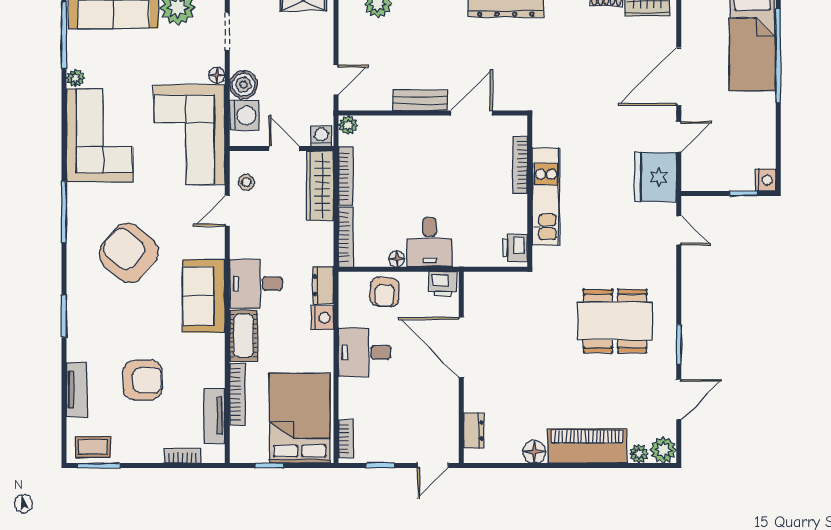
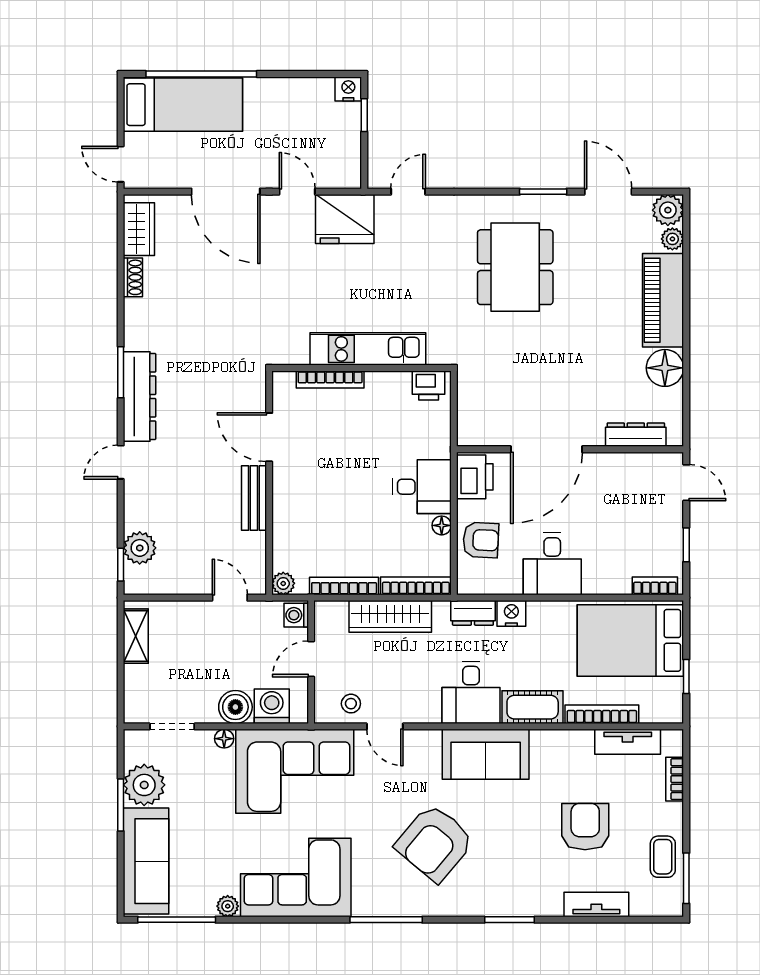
wardrobe: (320, 186) -> (390, 616), moved
printer: (443, 284) -> (475, 477), width x1.36, depth x1.24
dresser: (474, 431) -> (636, 435), width x1.44
coffee table: (93, 447) -> (663, 857), moved
floor lamp: (534, 452) -> (665, 368), width x1.38, depth x1.38

